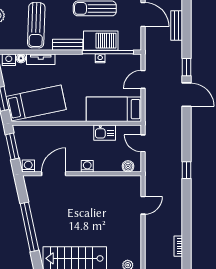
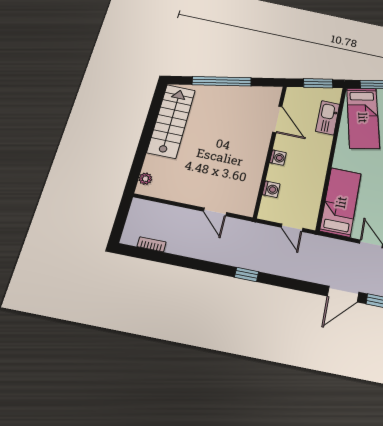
kitchen sink: (105, 133) -> (328, 118), moved, width x1.38
door: (143, 143) -> (292, 228), swing flipped
washing machine: (28, 166) -> (271, 189), moved
boiler: (128, 166) -> (267, 204), removed

